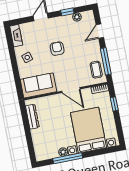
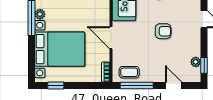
window: (67, 12) -> (204, 65), moved
door: (71, 90) -> (111, 38), hinge flipped
window: (114, 104) -> (56, 86), moved

